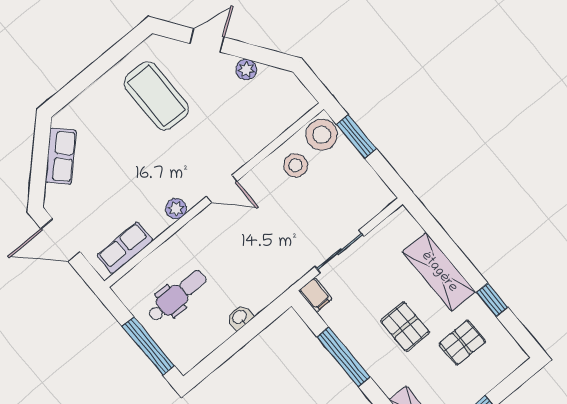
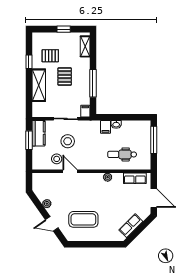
coffee table: (156, 96) -> (83, 219), turned 90
stool: (322, 135) -> (68, 141), moved
window: (356, 136) -> (29, 140), moved
kitchen counter: (367, 185) -> (39, 133), added
door: (222, 189) -> (70, 171), moved
dental chair: (177, 296) -> (122, 154), moved
filing cabinet: (255, 297) -> (105, 127), added

